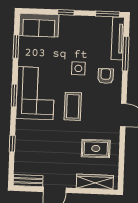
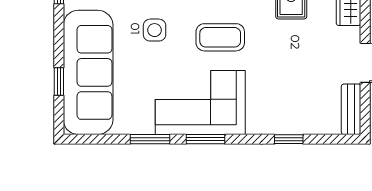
window: (66, 12) -> (59, 81), moved
sofa: (39, 25) -> (88, 72), width x1.85, depth x1.27
window: (16, 47) -> (150, 139), moved

